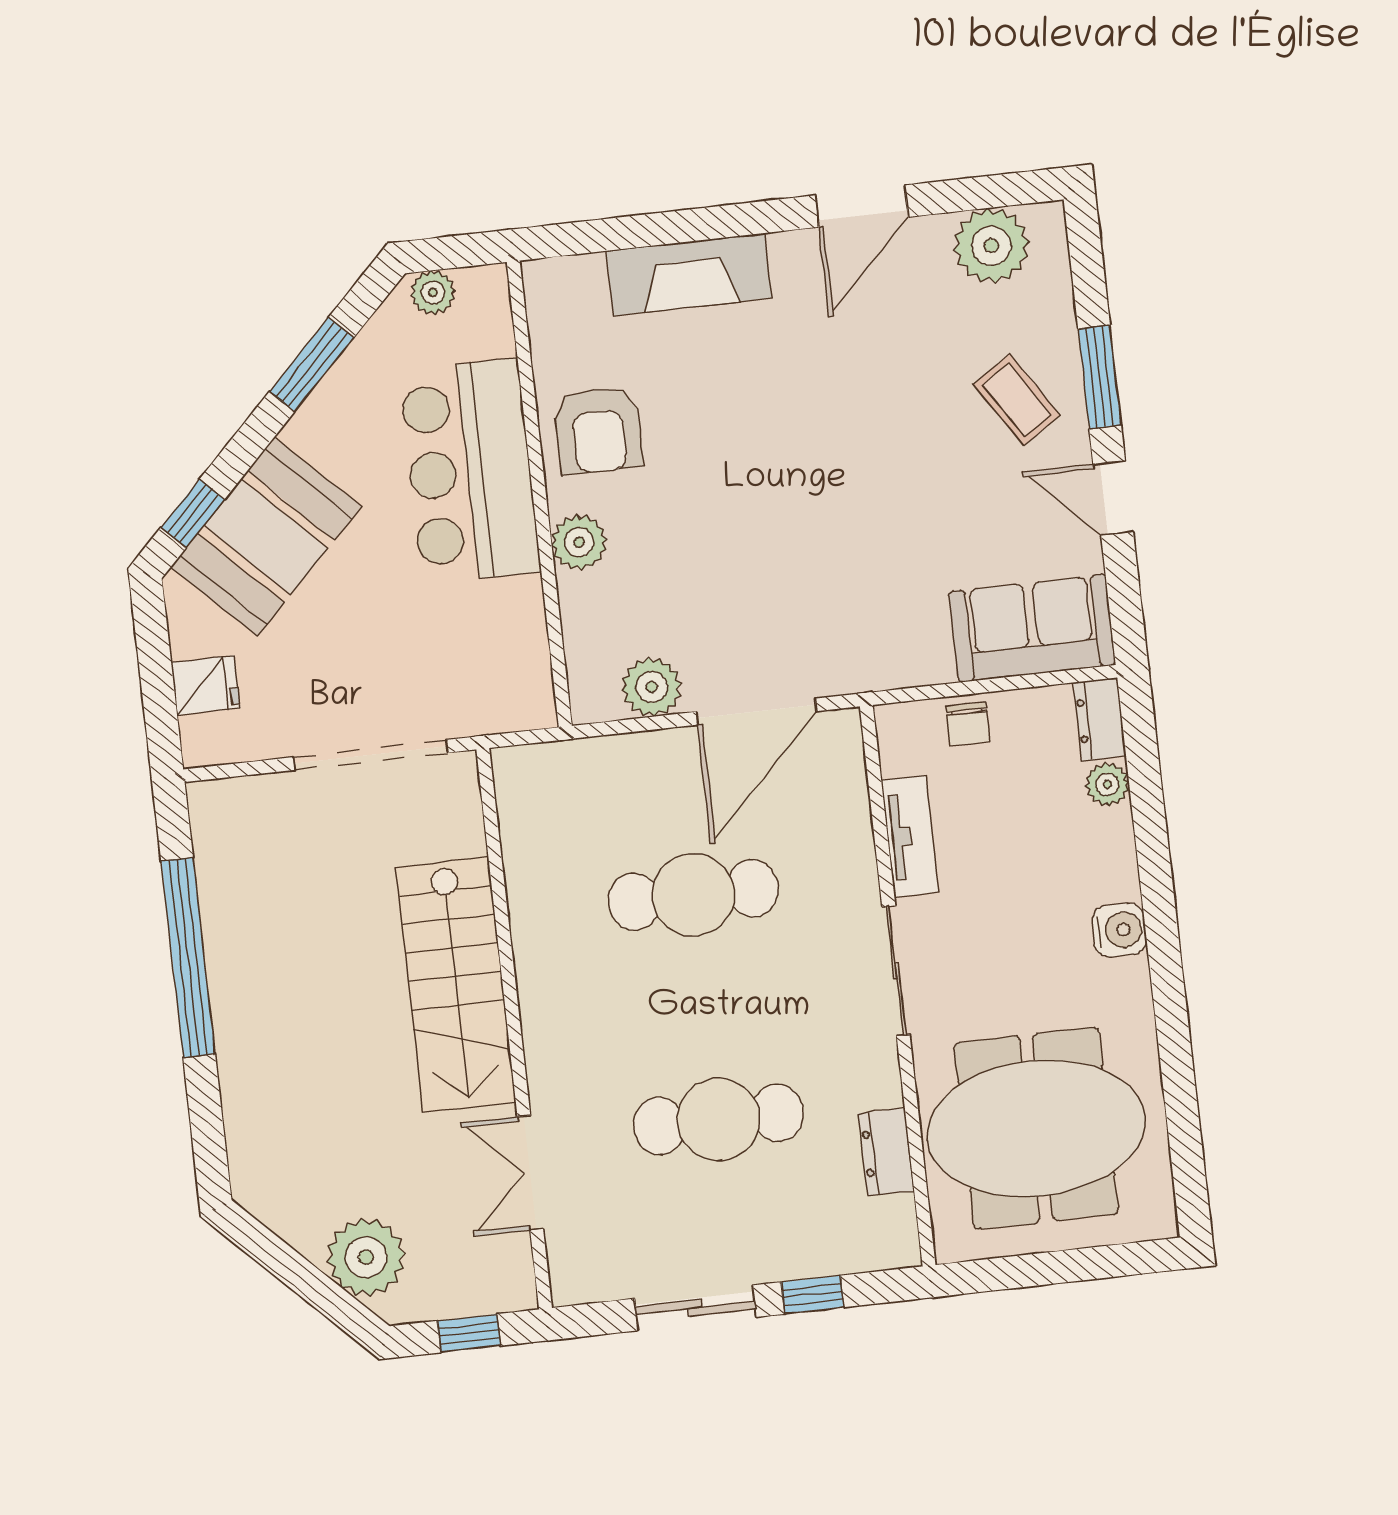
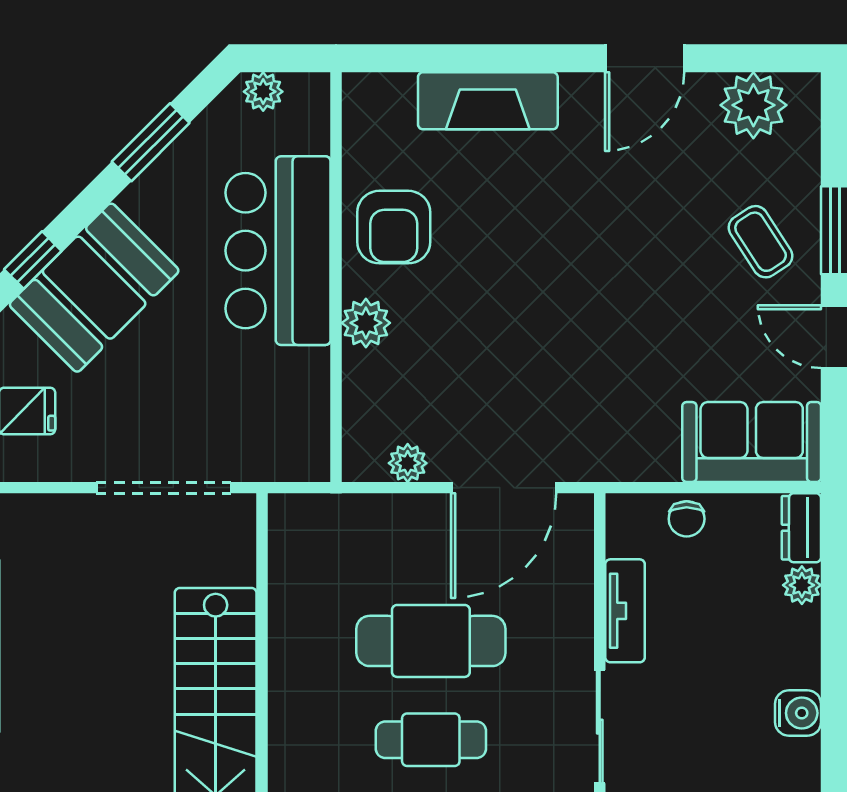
plant: (652, 687) -> (408, 463), width x0.73, depth x0.73
cafe table: (706, 1007) -> (431, 740), added

